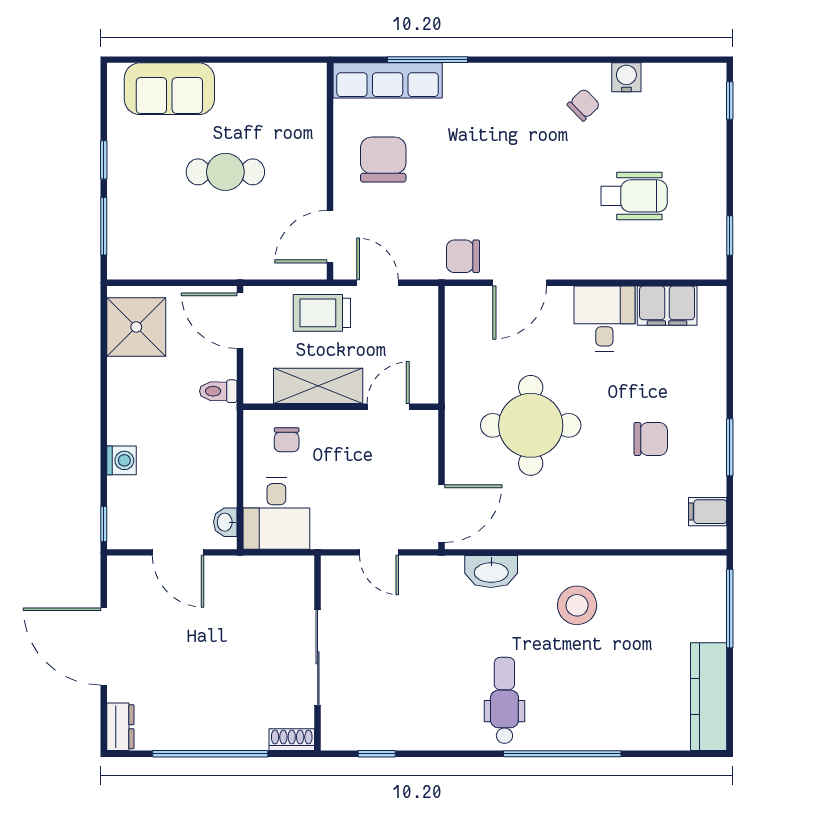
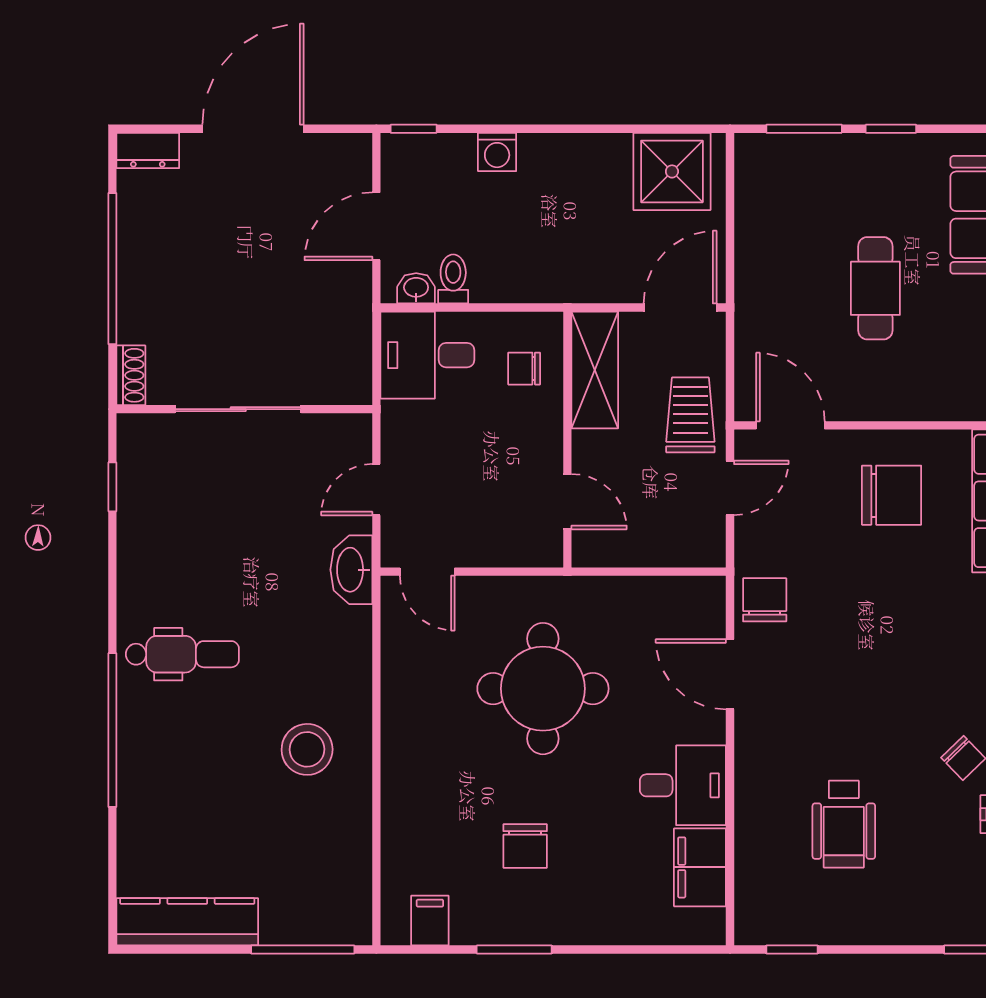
shelving: (318, 386) -> (595, 370), moved
toilet: (218, 391) -> (453, 279), moved
door: (441, 514) -> (427, 572), width x0.73
washbasin: (491, 572) -> (351, 570), moved

